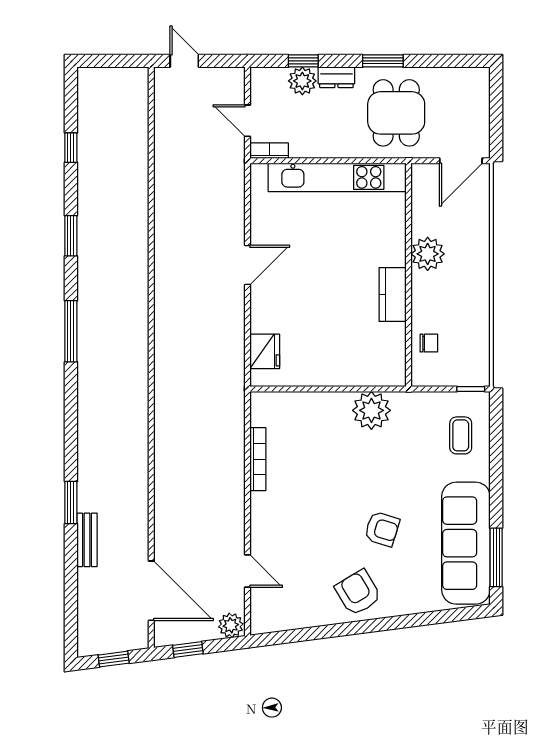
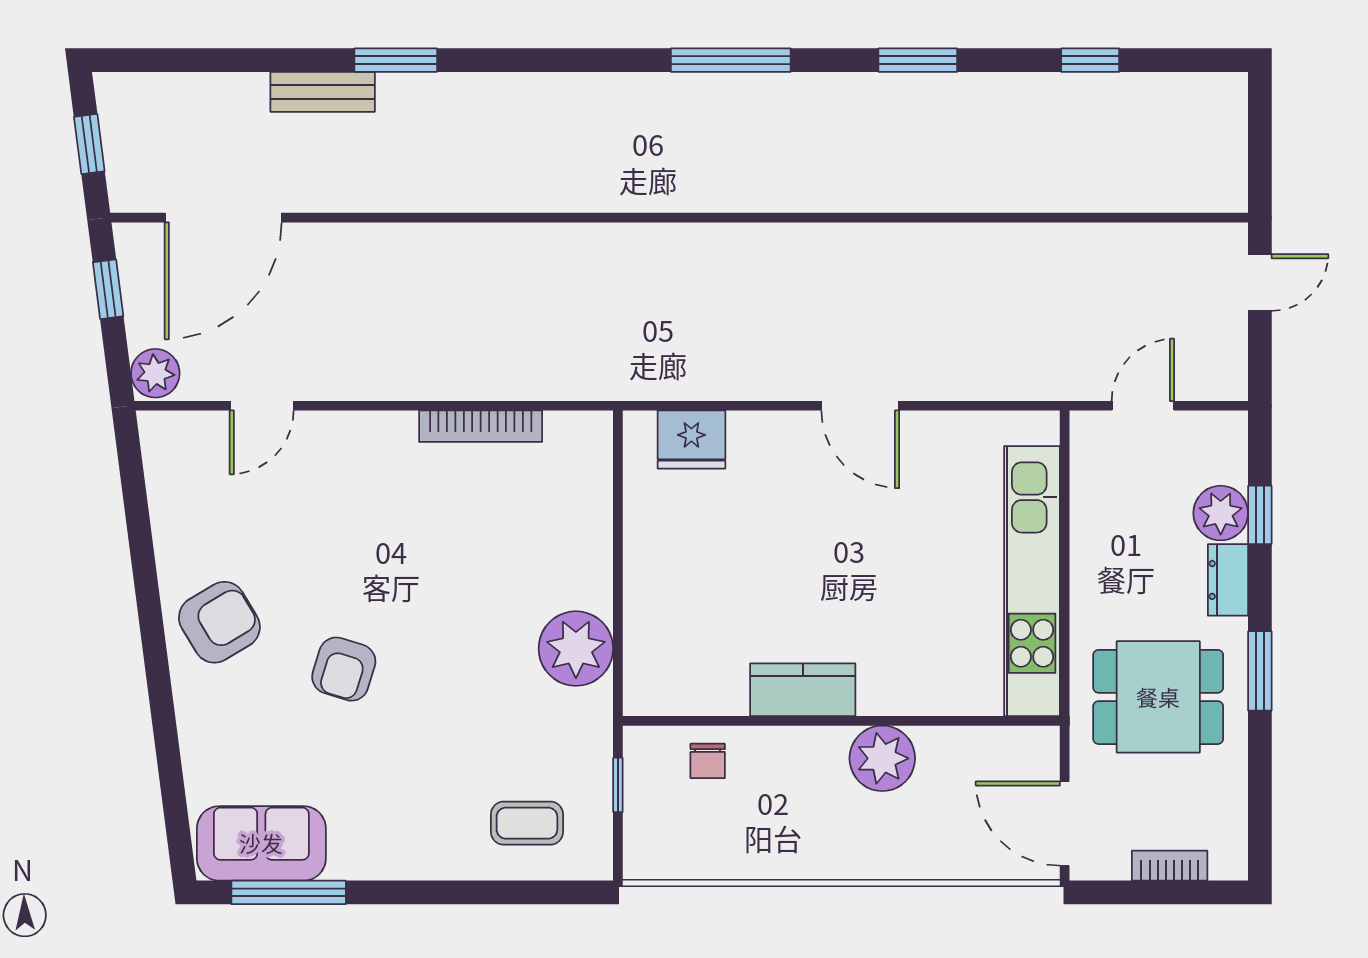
bookcase: (269, 151) -> (1170, 866), moved, turned -90
window: (471, 389) -> (618, 785), moved
sofa: (466, 543) -> (261, 843), width x0.54, depth x0.79

